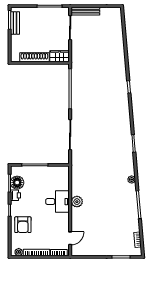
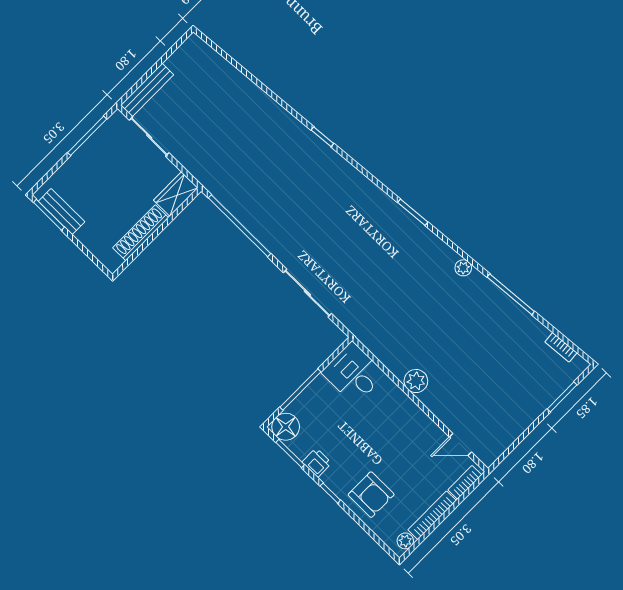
floor lamp: (17, 183) -> (286, 427), moved
desk: (58, 202) -> (353, 373), moved, turned -90
door: (70, 238) -> (460, 444), swing flipped

